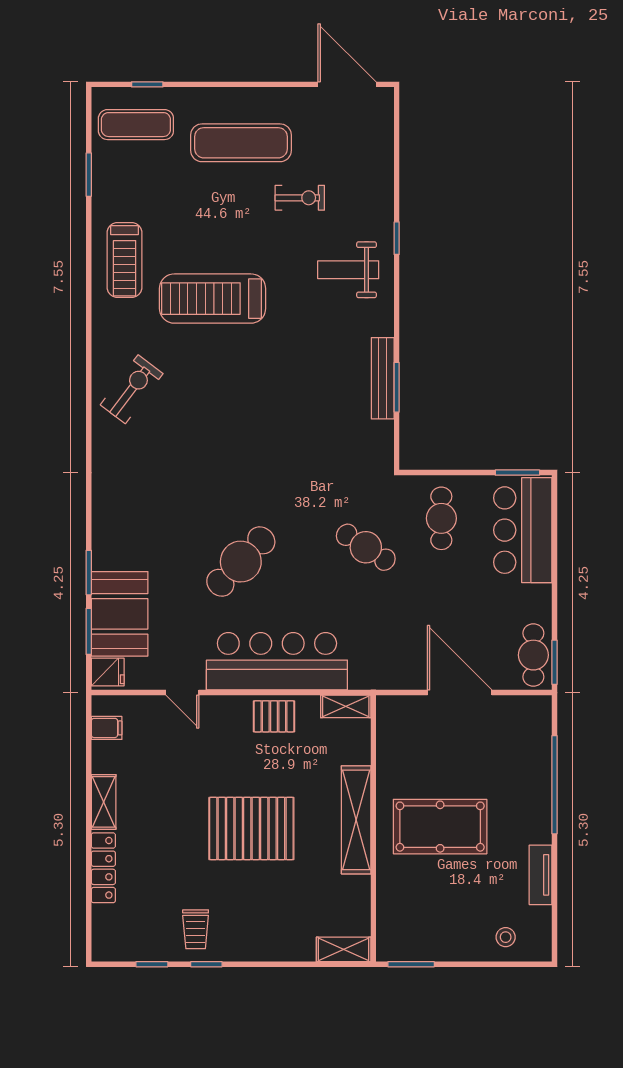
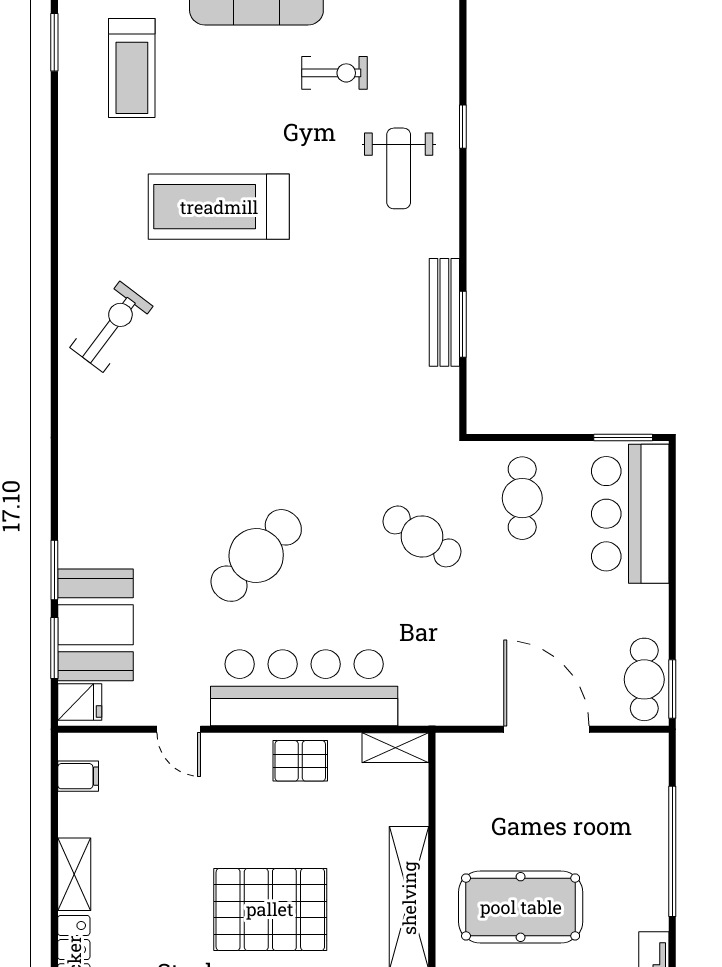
treadmill: (125, 260) -> (132, 68), moved
weight bench: (348, 270) -> (399, 168), turned -90

